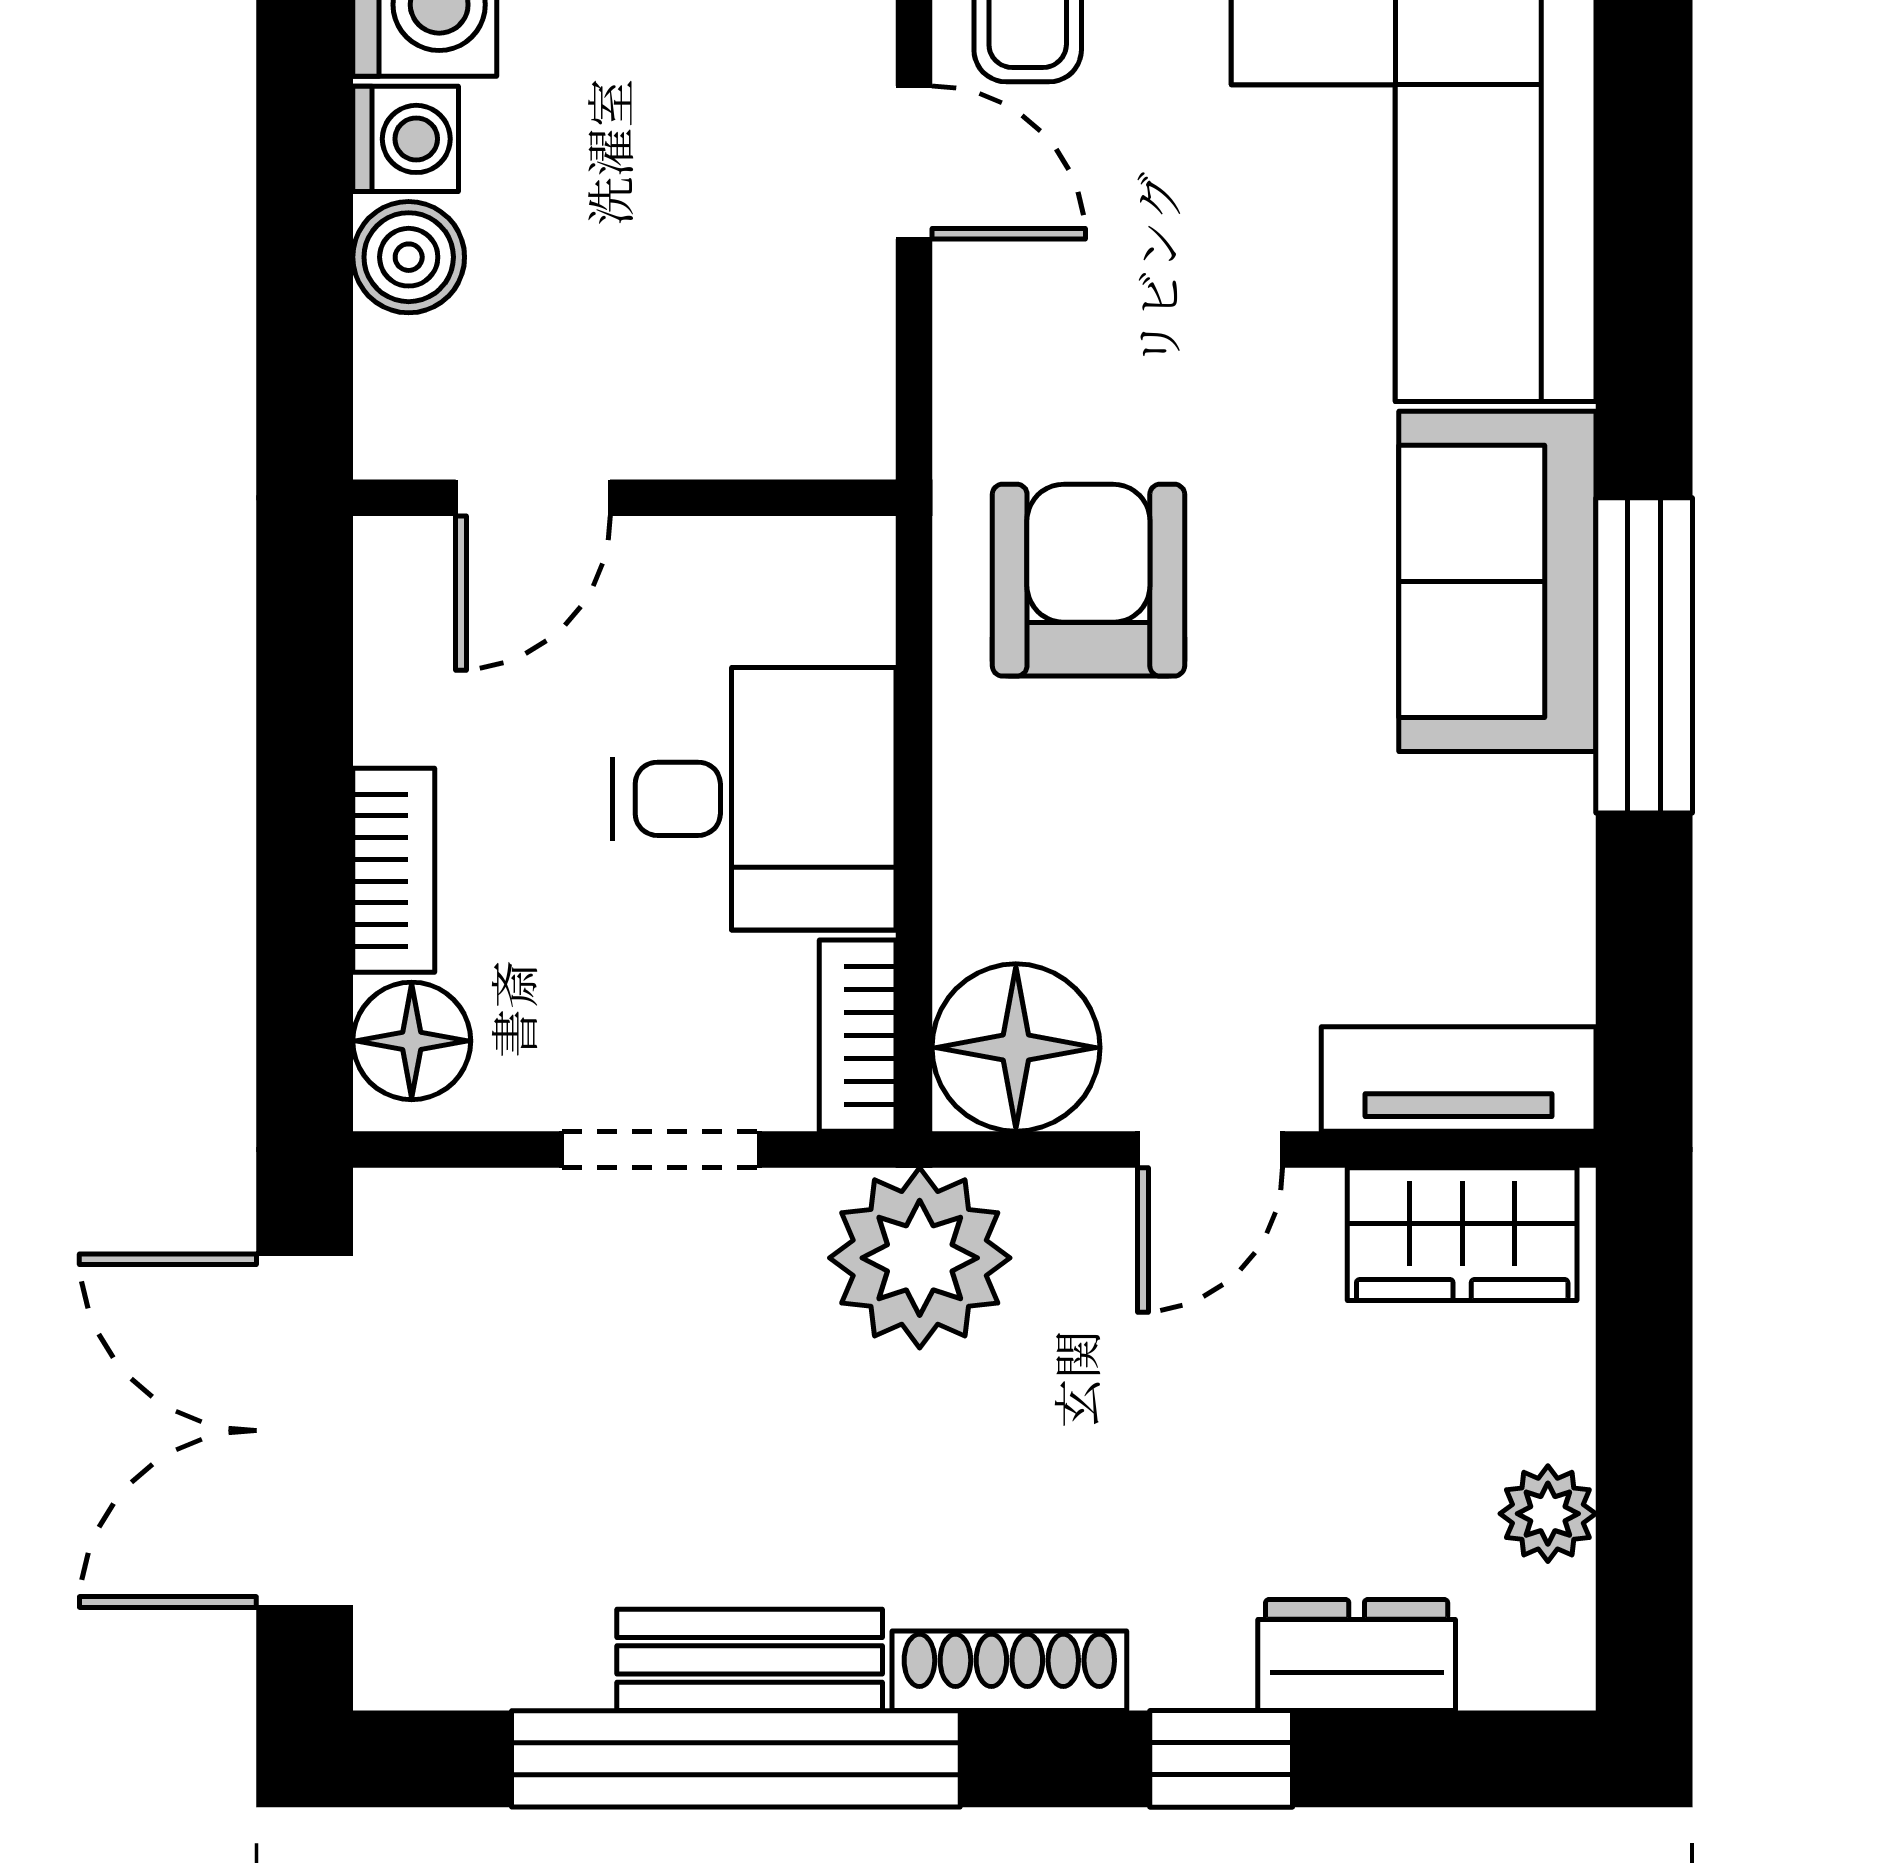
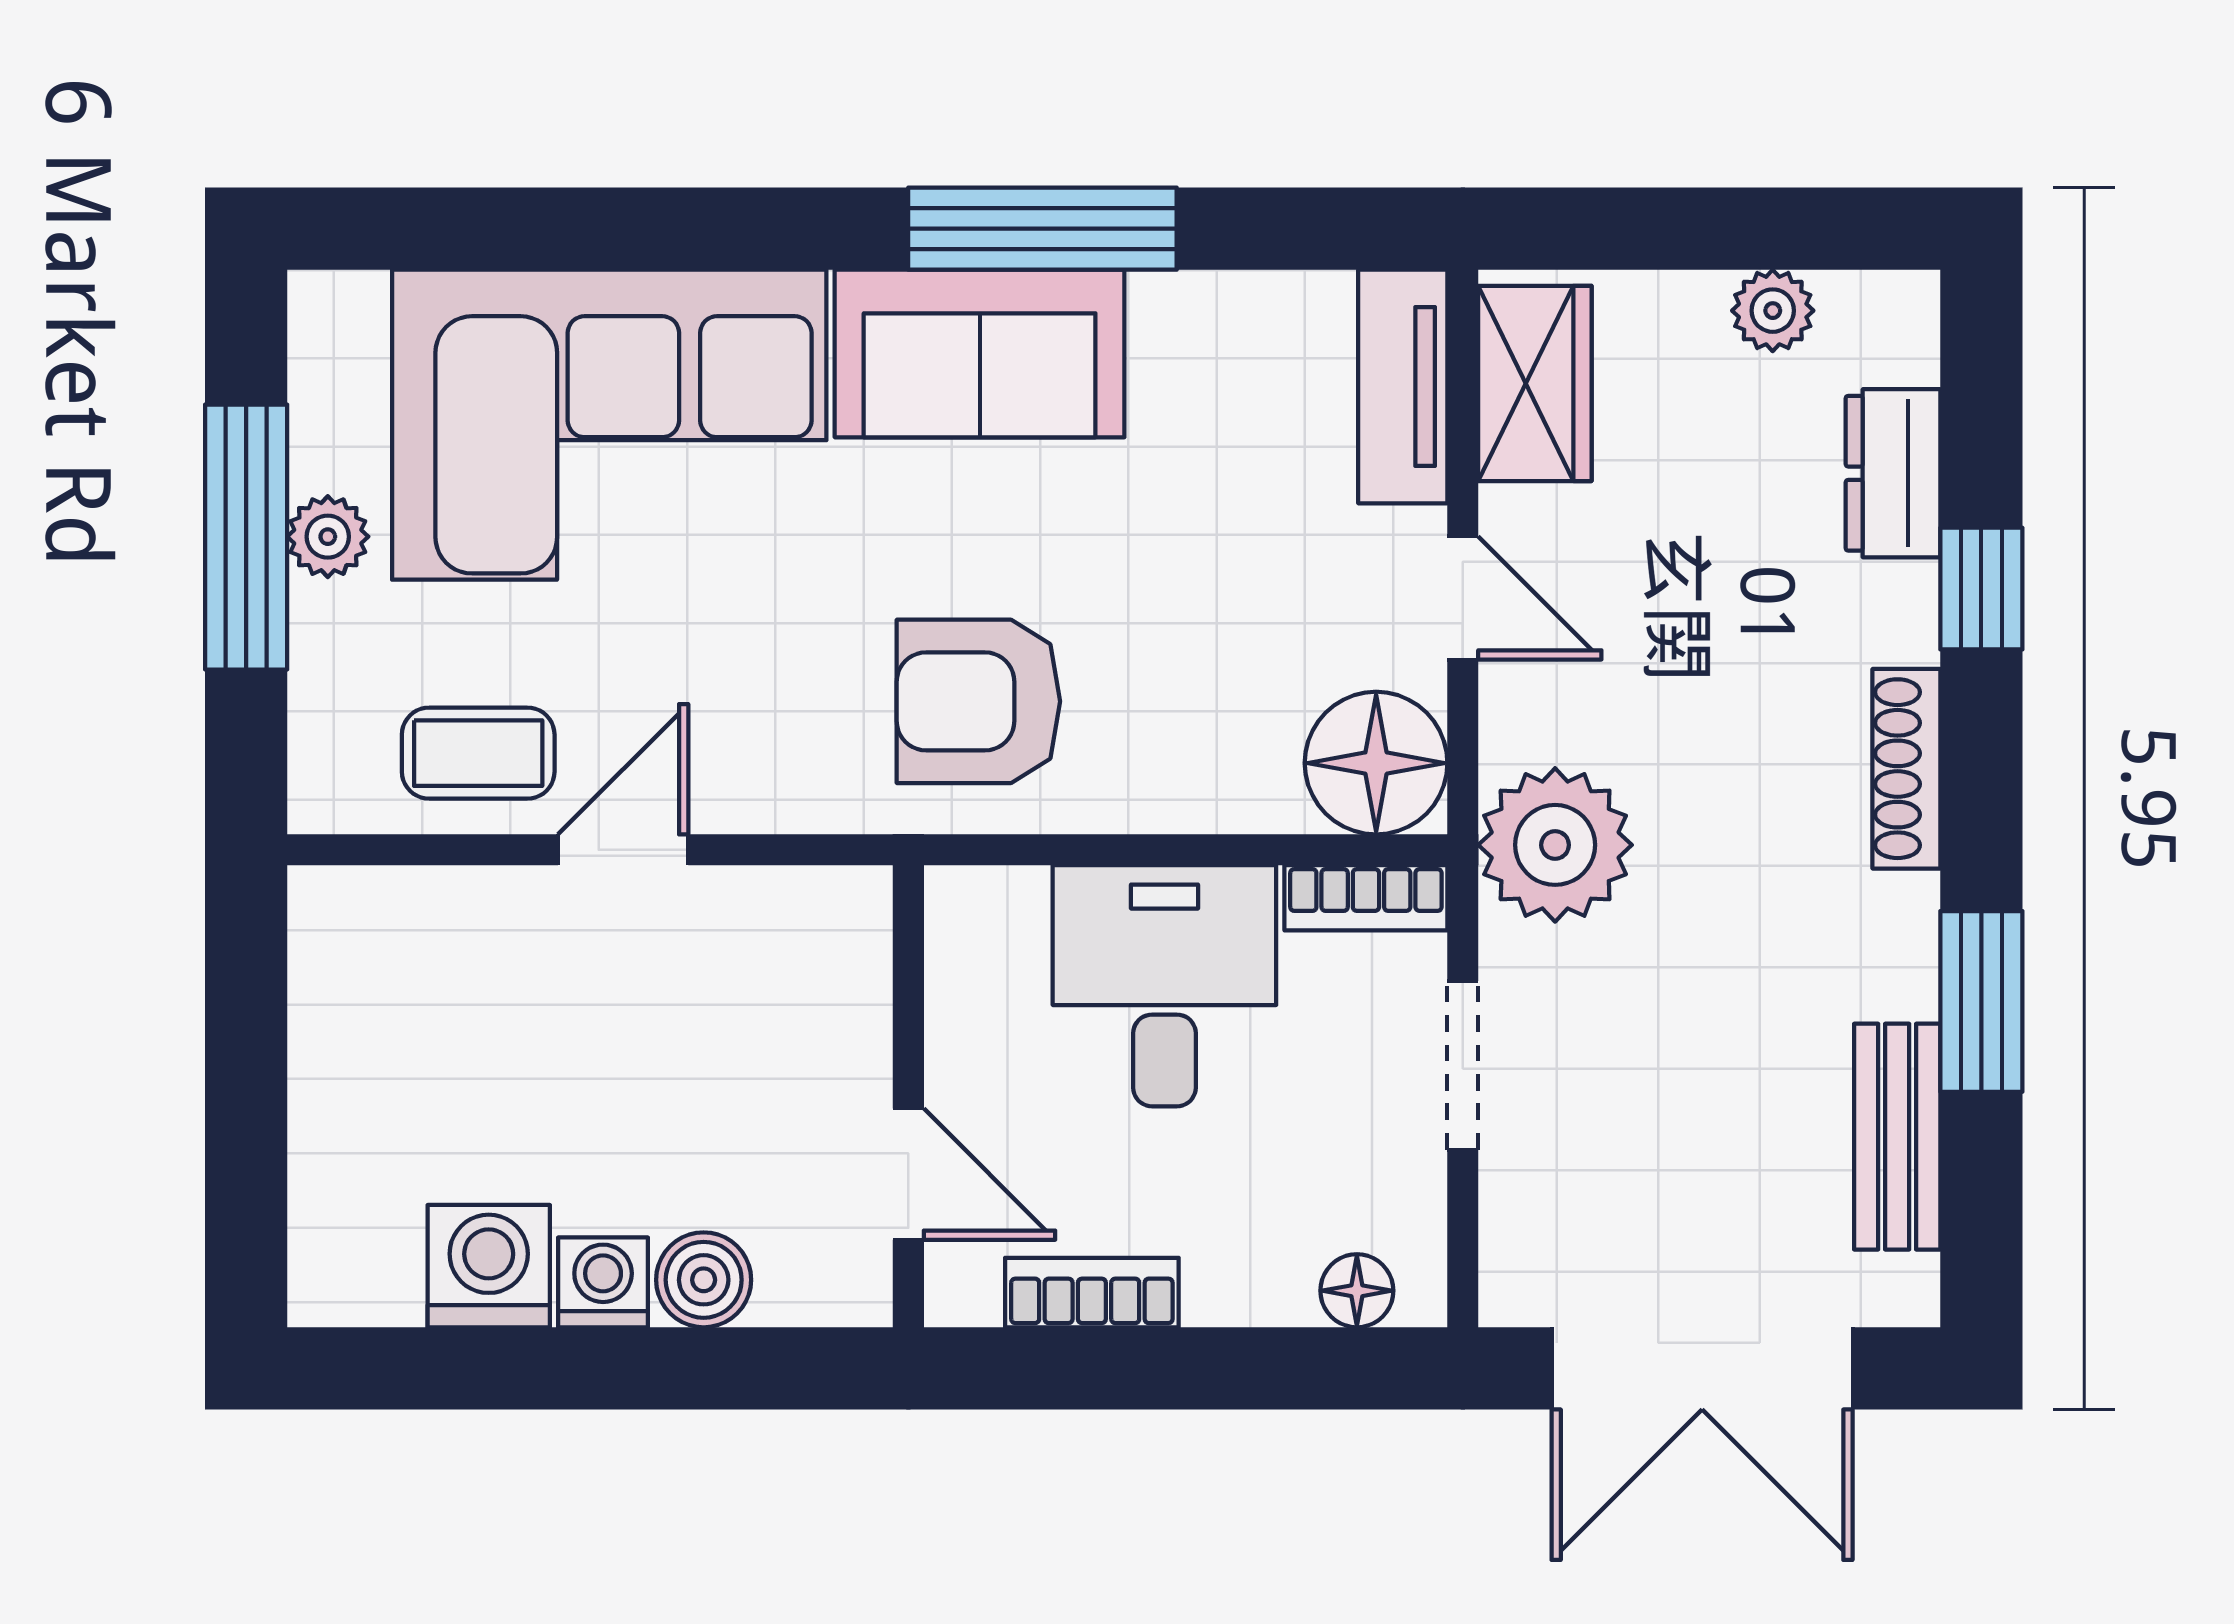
bookcase: (394, 870) -> (1092, 1293), moved
floor lamp: (412, 1041) -> (1357, 1291), width x0.73, depth x0.73
bench: (750, 1660) -> (1897, 1137), moved
window: (736, 1759) -> (1981, 1001), width x0.47

